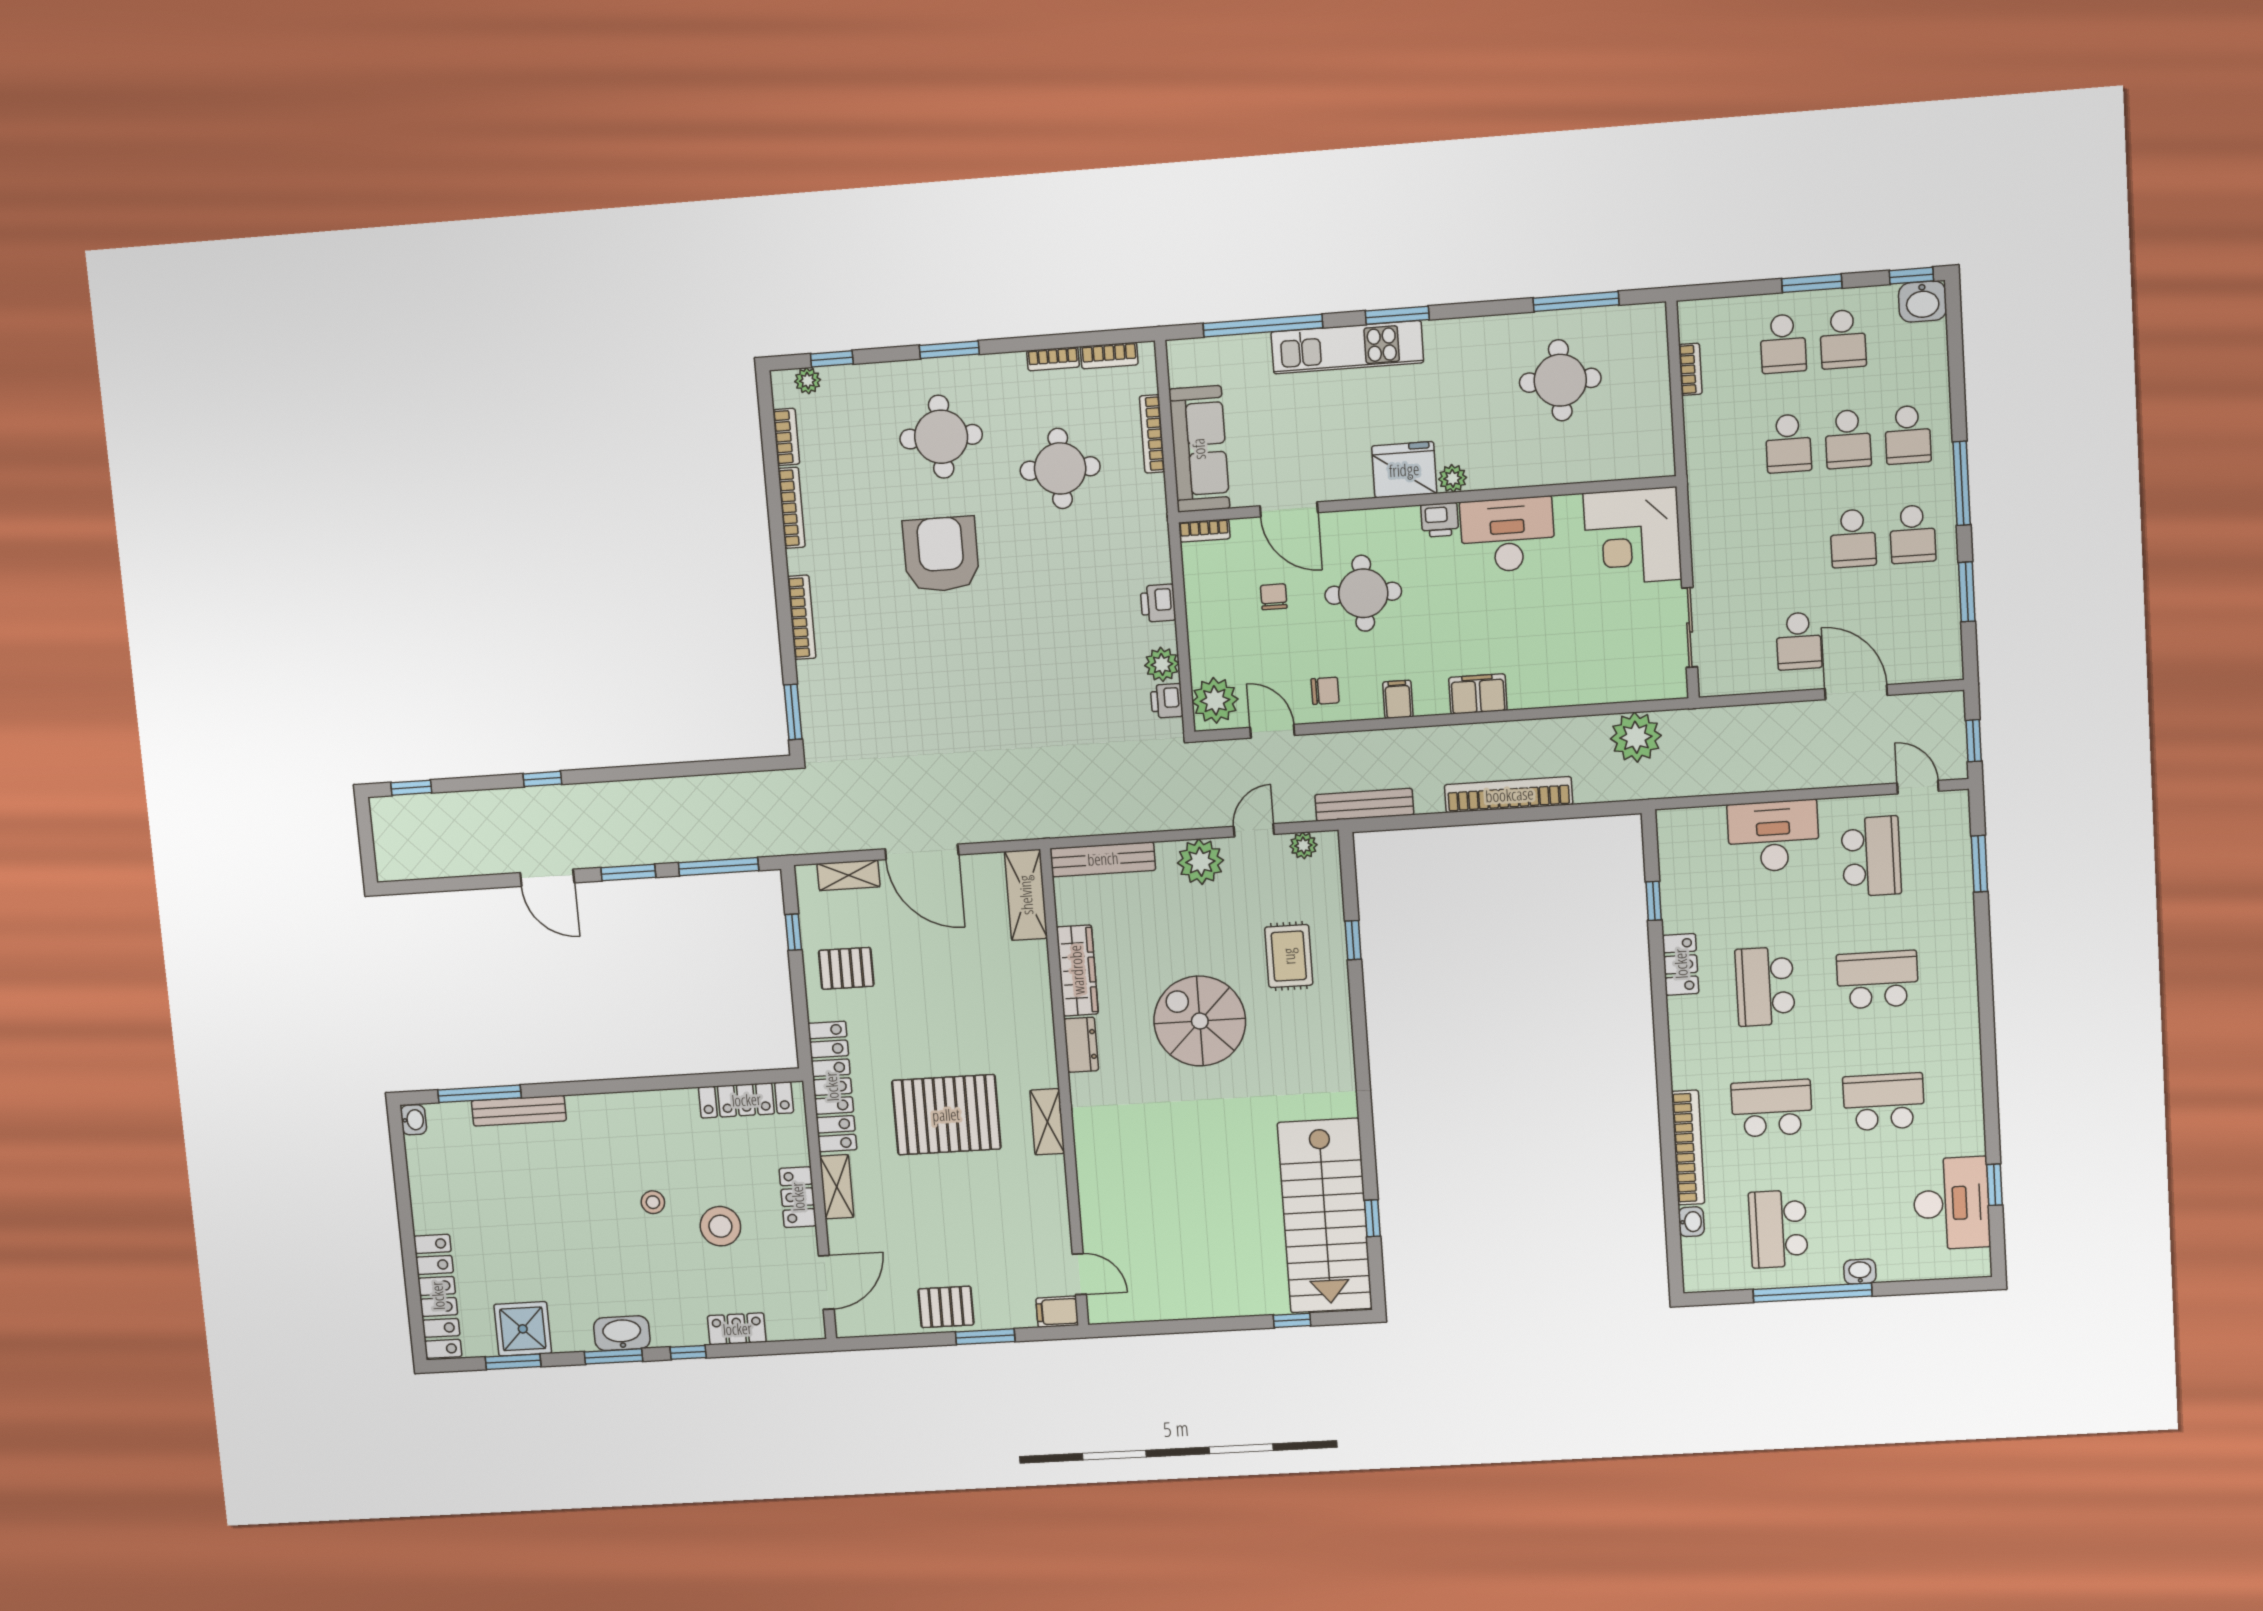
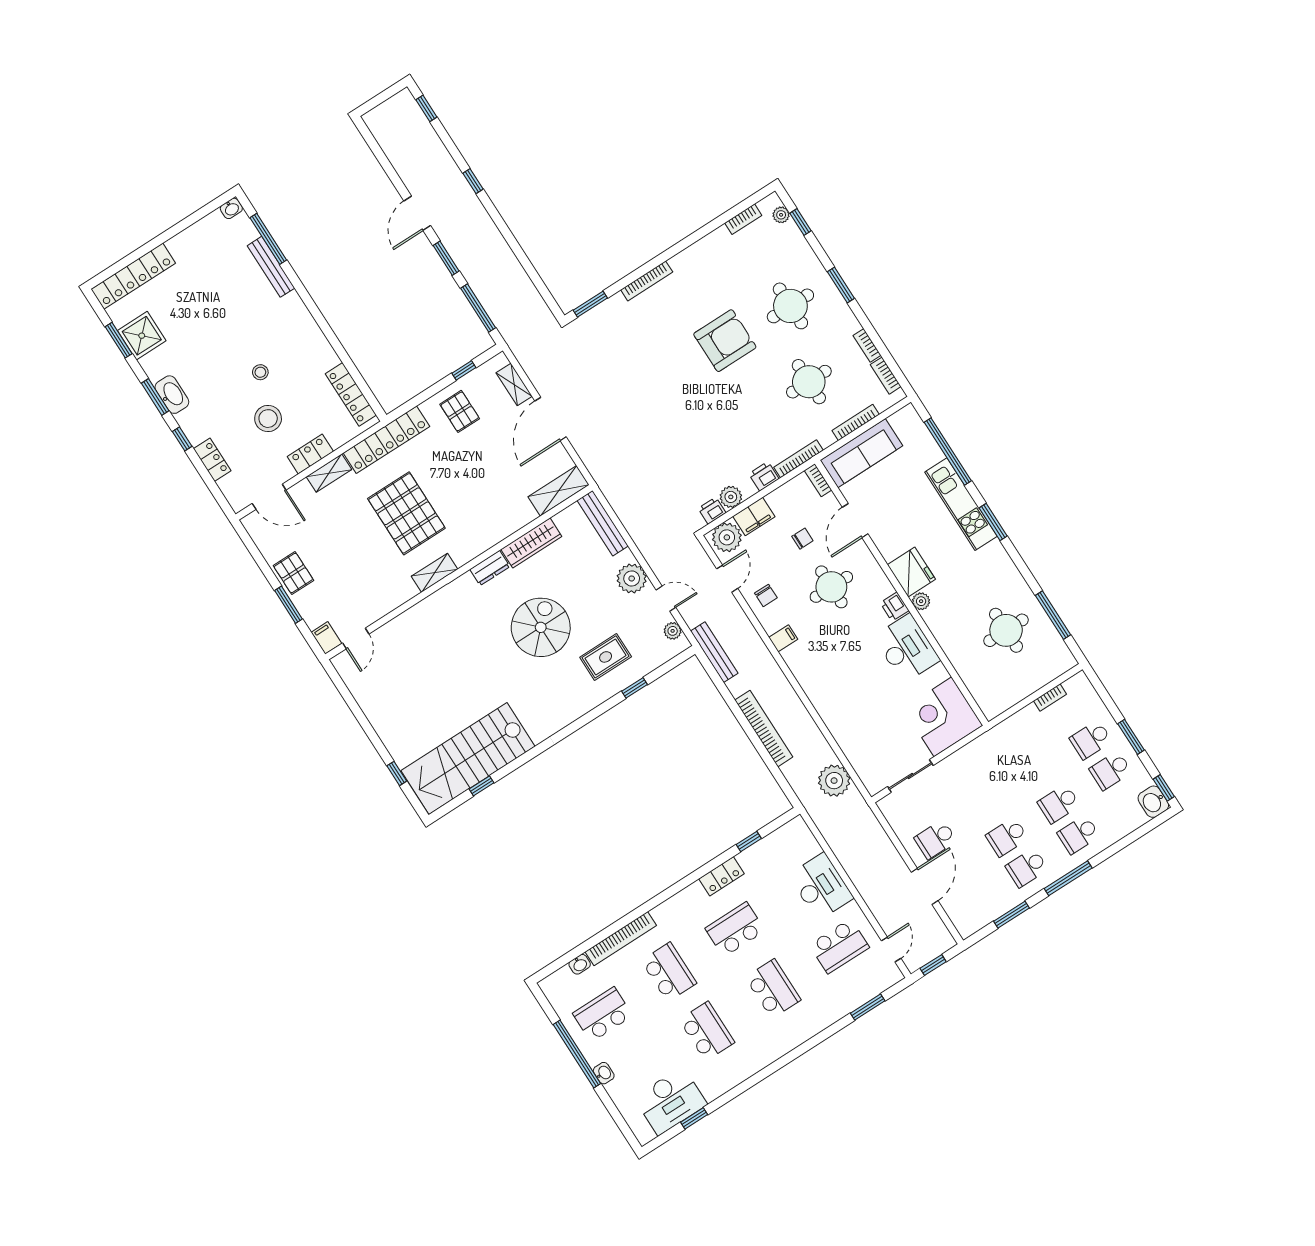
school desk: (1788, 443) -> (1039, 773), removed
bookcase: (792, 508) -> (799, 459), moved, turned 180
filing cabinet: (1478, 694) -> (754, 517), moved, turned 90

